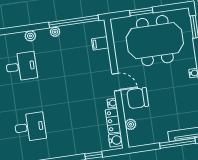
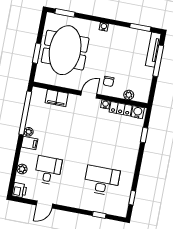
plant: (30, 36) -> (22, 169), moved
filing cabinet: (43, 37) -> (29, 143), added
filing cabinet: (100, 43) -> (57, 98), width x2.00
chair: (138, 98) -> (109, 81), width x0.54, depth x0.54
desk: (30, 127) -> (102, 181), width x1.37

